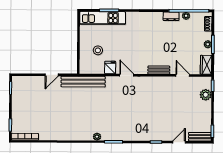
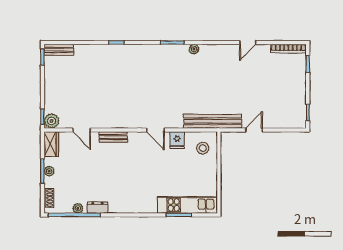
stool: (98, 50) -> (203, 148), moved
plant: (206, 95) -> (52, 121), moved
door: (179, 142) -> (248, 42), moved

